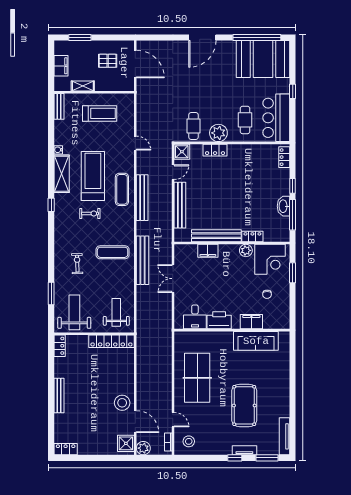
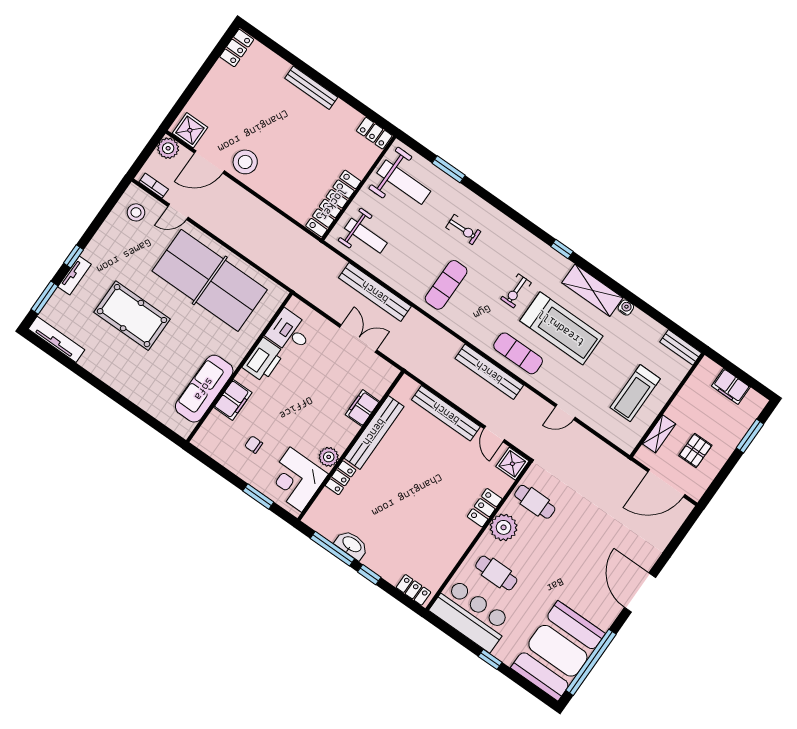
shelving: (83, 86) -> (659, 434), moved
bench: (143, 260) -> (375, 292), moved
table tennis table: (197, 378) -> (210, 280), width x1.36, depth x1.32

